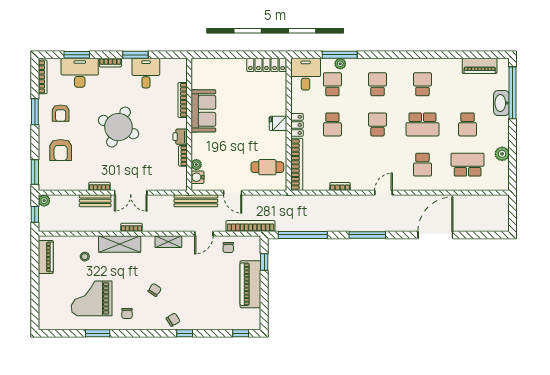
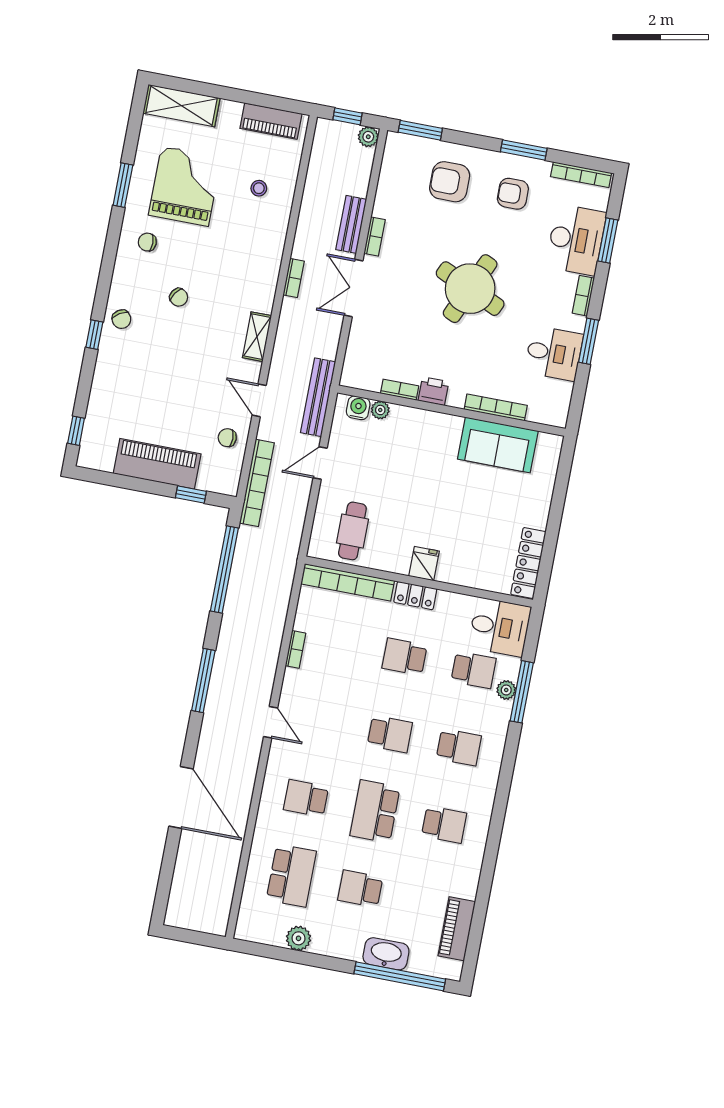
sofa: (203, 111) -> (498, 445), moved
shelving: (120, 244) -> (181, 106), moved, turned 90

